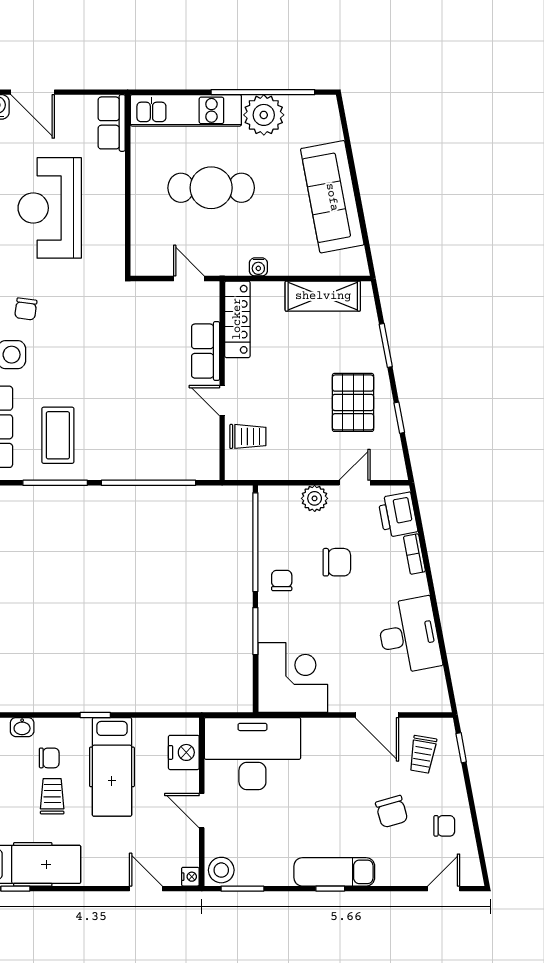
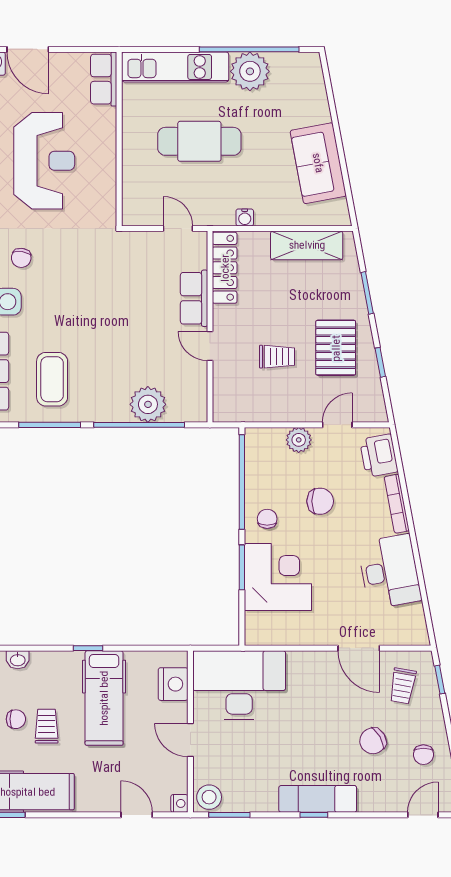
sofa: (332, 197) -> (318, 163), width x0.73
reception desk: (50, 208) -> (44, 161), turned 180
trolley: (248, 436) -> (277, 357), moved
plant: (158, 461) -> (148, 404), added
bookcase: (414, 554) -> (397, 504), width x1.56
corner desk: (293, 678) -> (278, 577), moved
chair: (49, 758) -> (16, 719), moved
chair: (392, 812) -> (373, 741), turned 76
chair: (444, 826) -> (423, 755), turned 90

